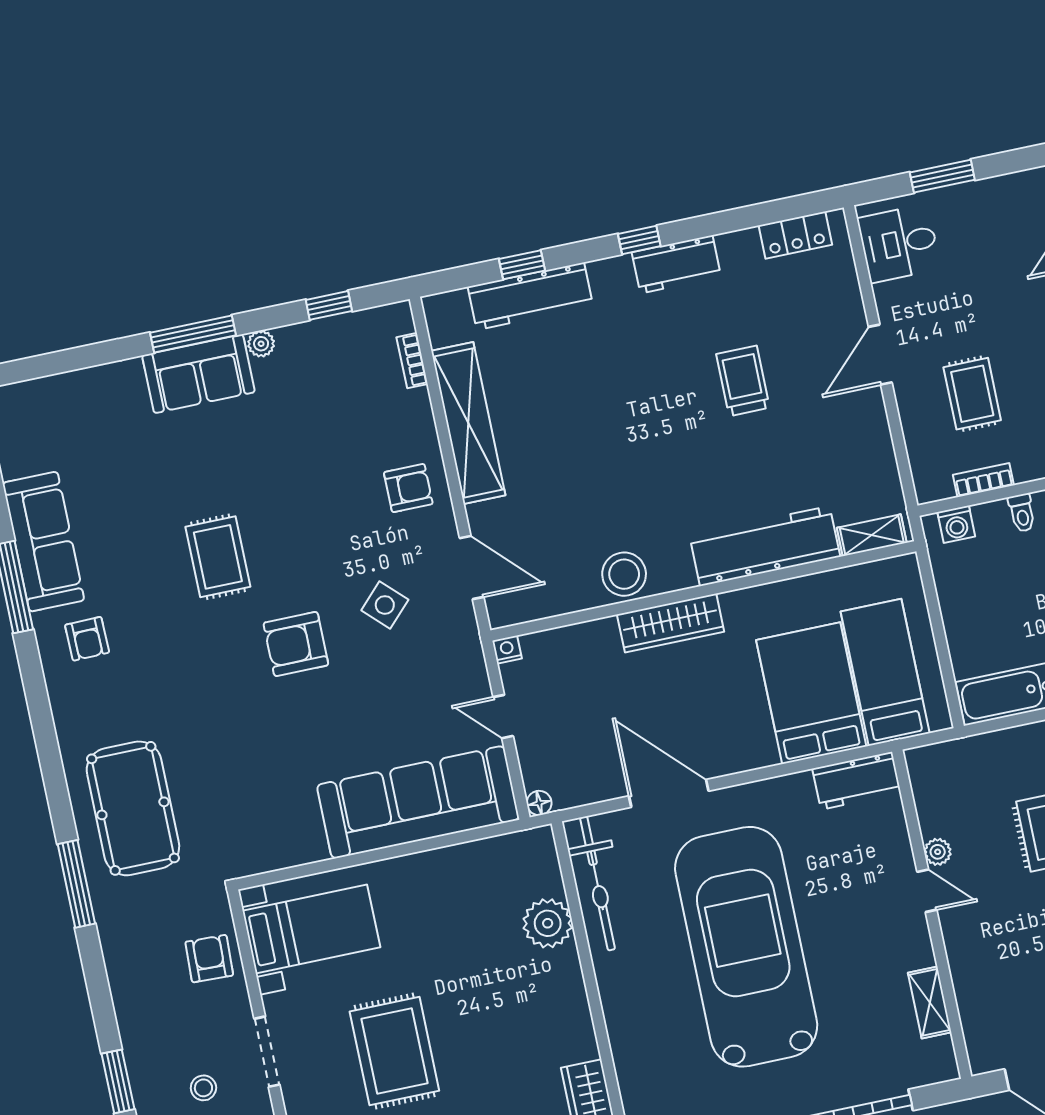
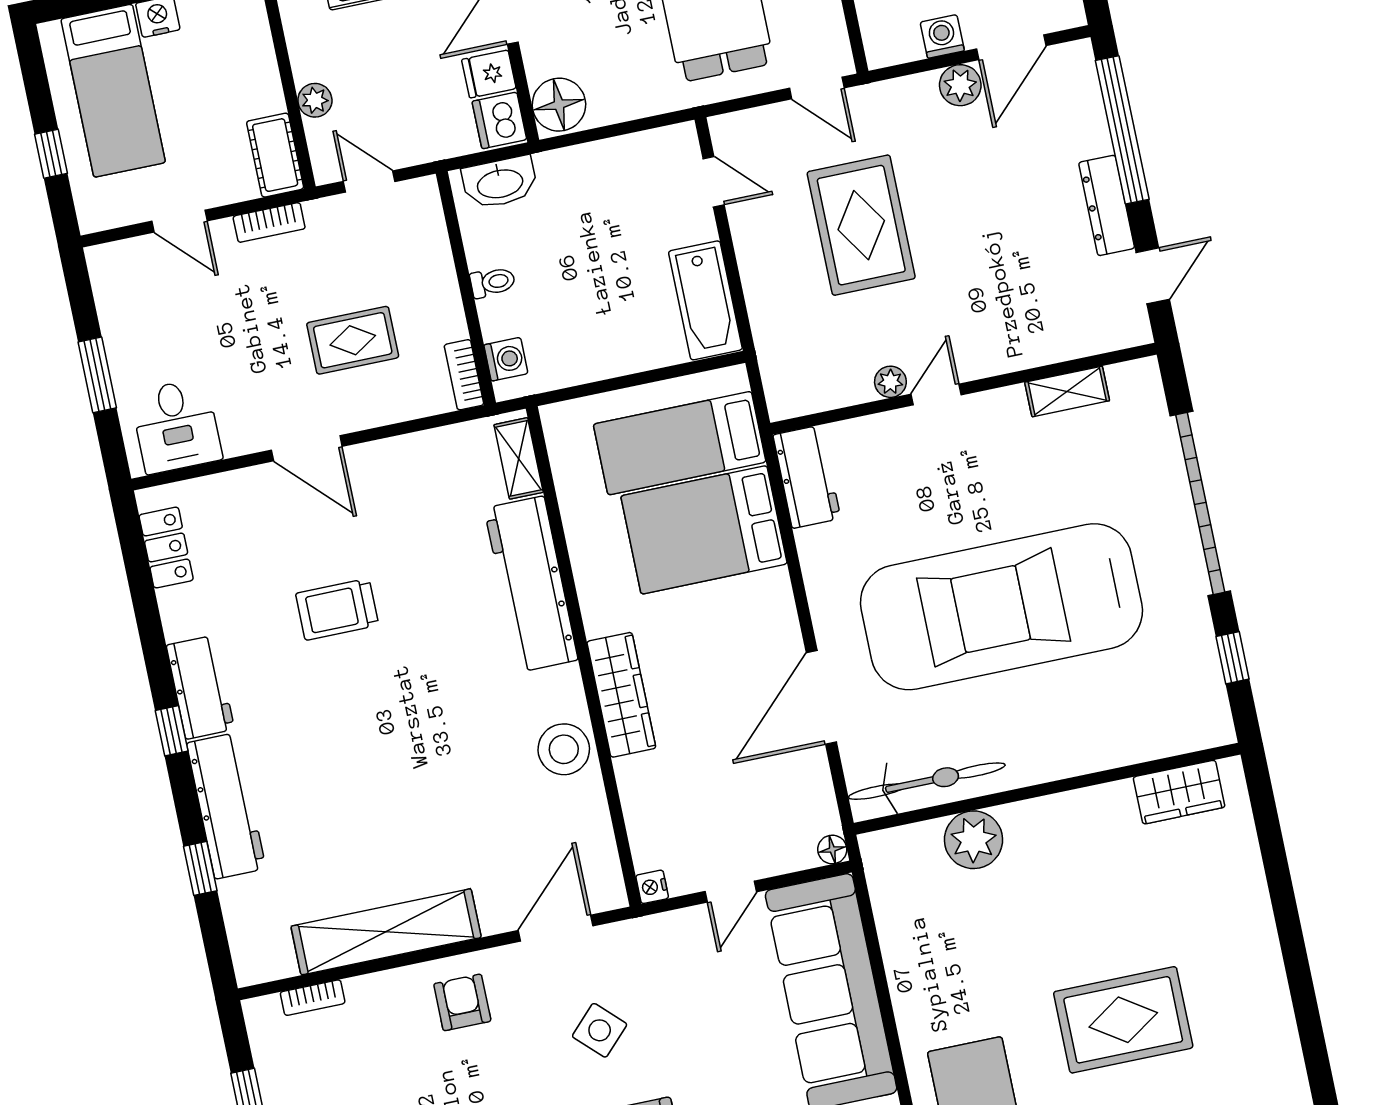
workbench: (530, 296) -> (226, 806), moved
bookcase: (983, 480) -> (464, 375), moved

